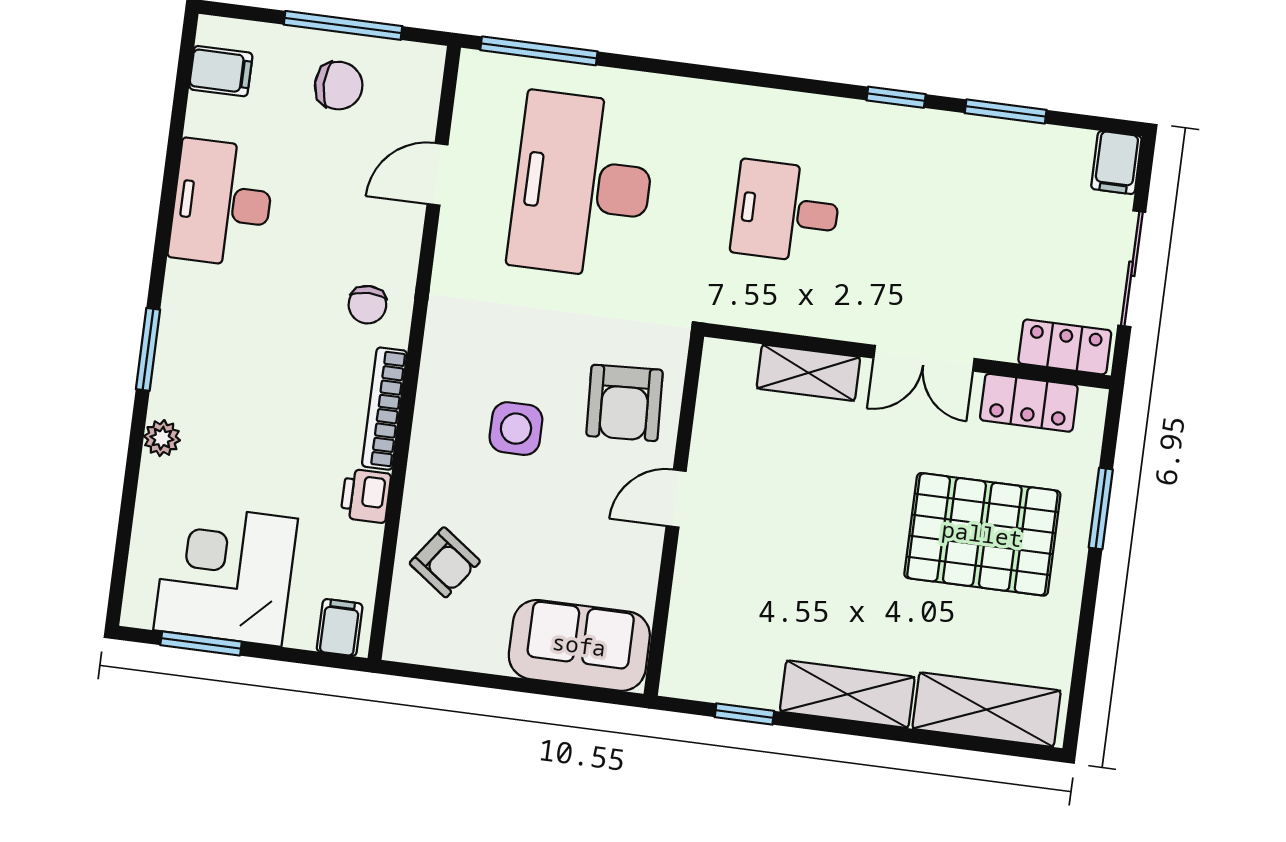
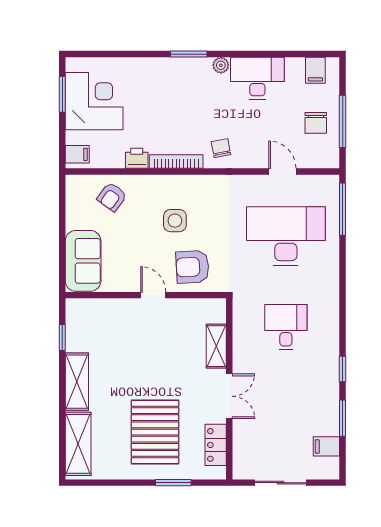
filing cabinet: (1116, 163) -> (326, 446), moved
chair: (367, 305) -> (221, 148), turned 79
locker: (1065, 347) -> (242, 458), removed
double door: (924, 358) -> (229, 396), swing flipped
plant: (162, 438) -> (221, 65), moved

